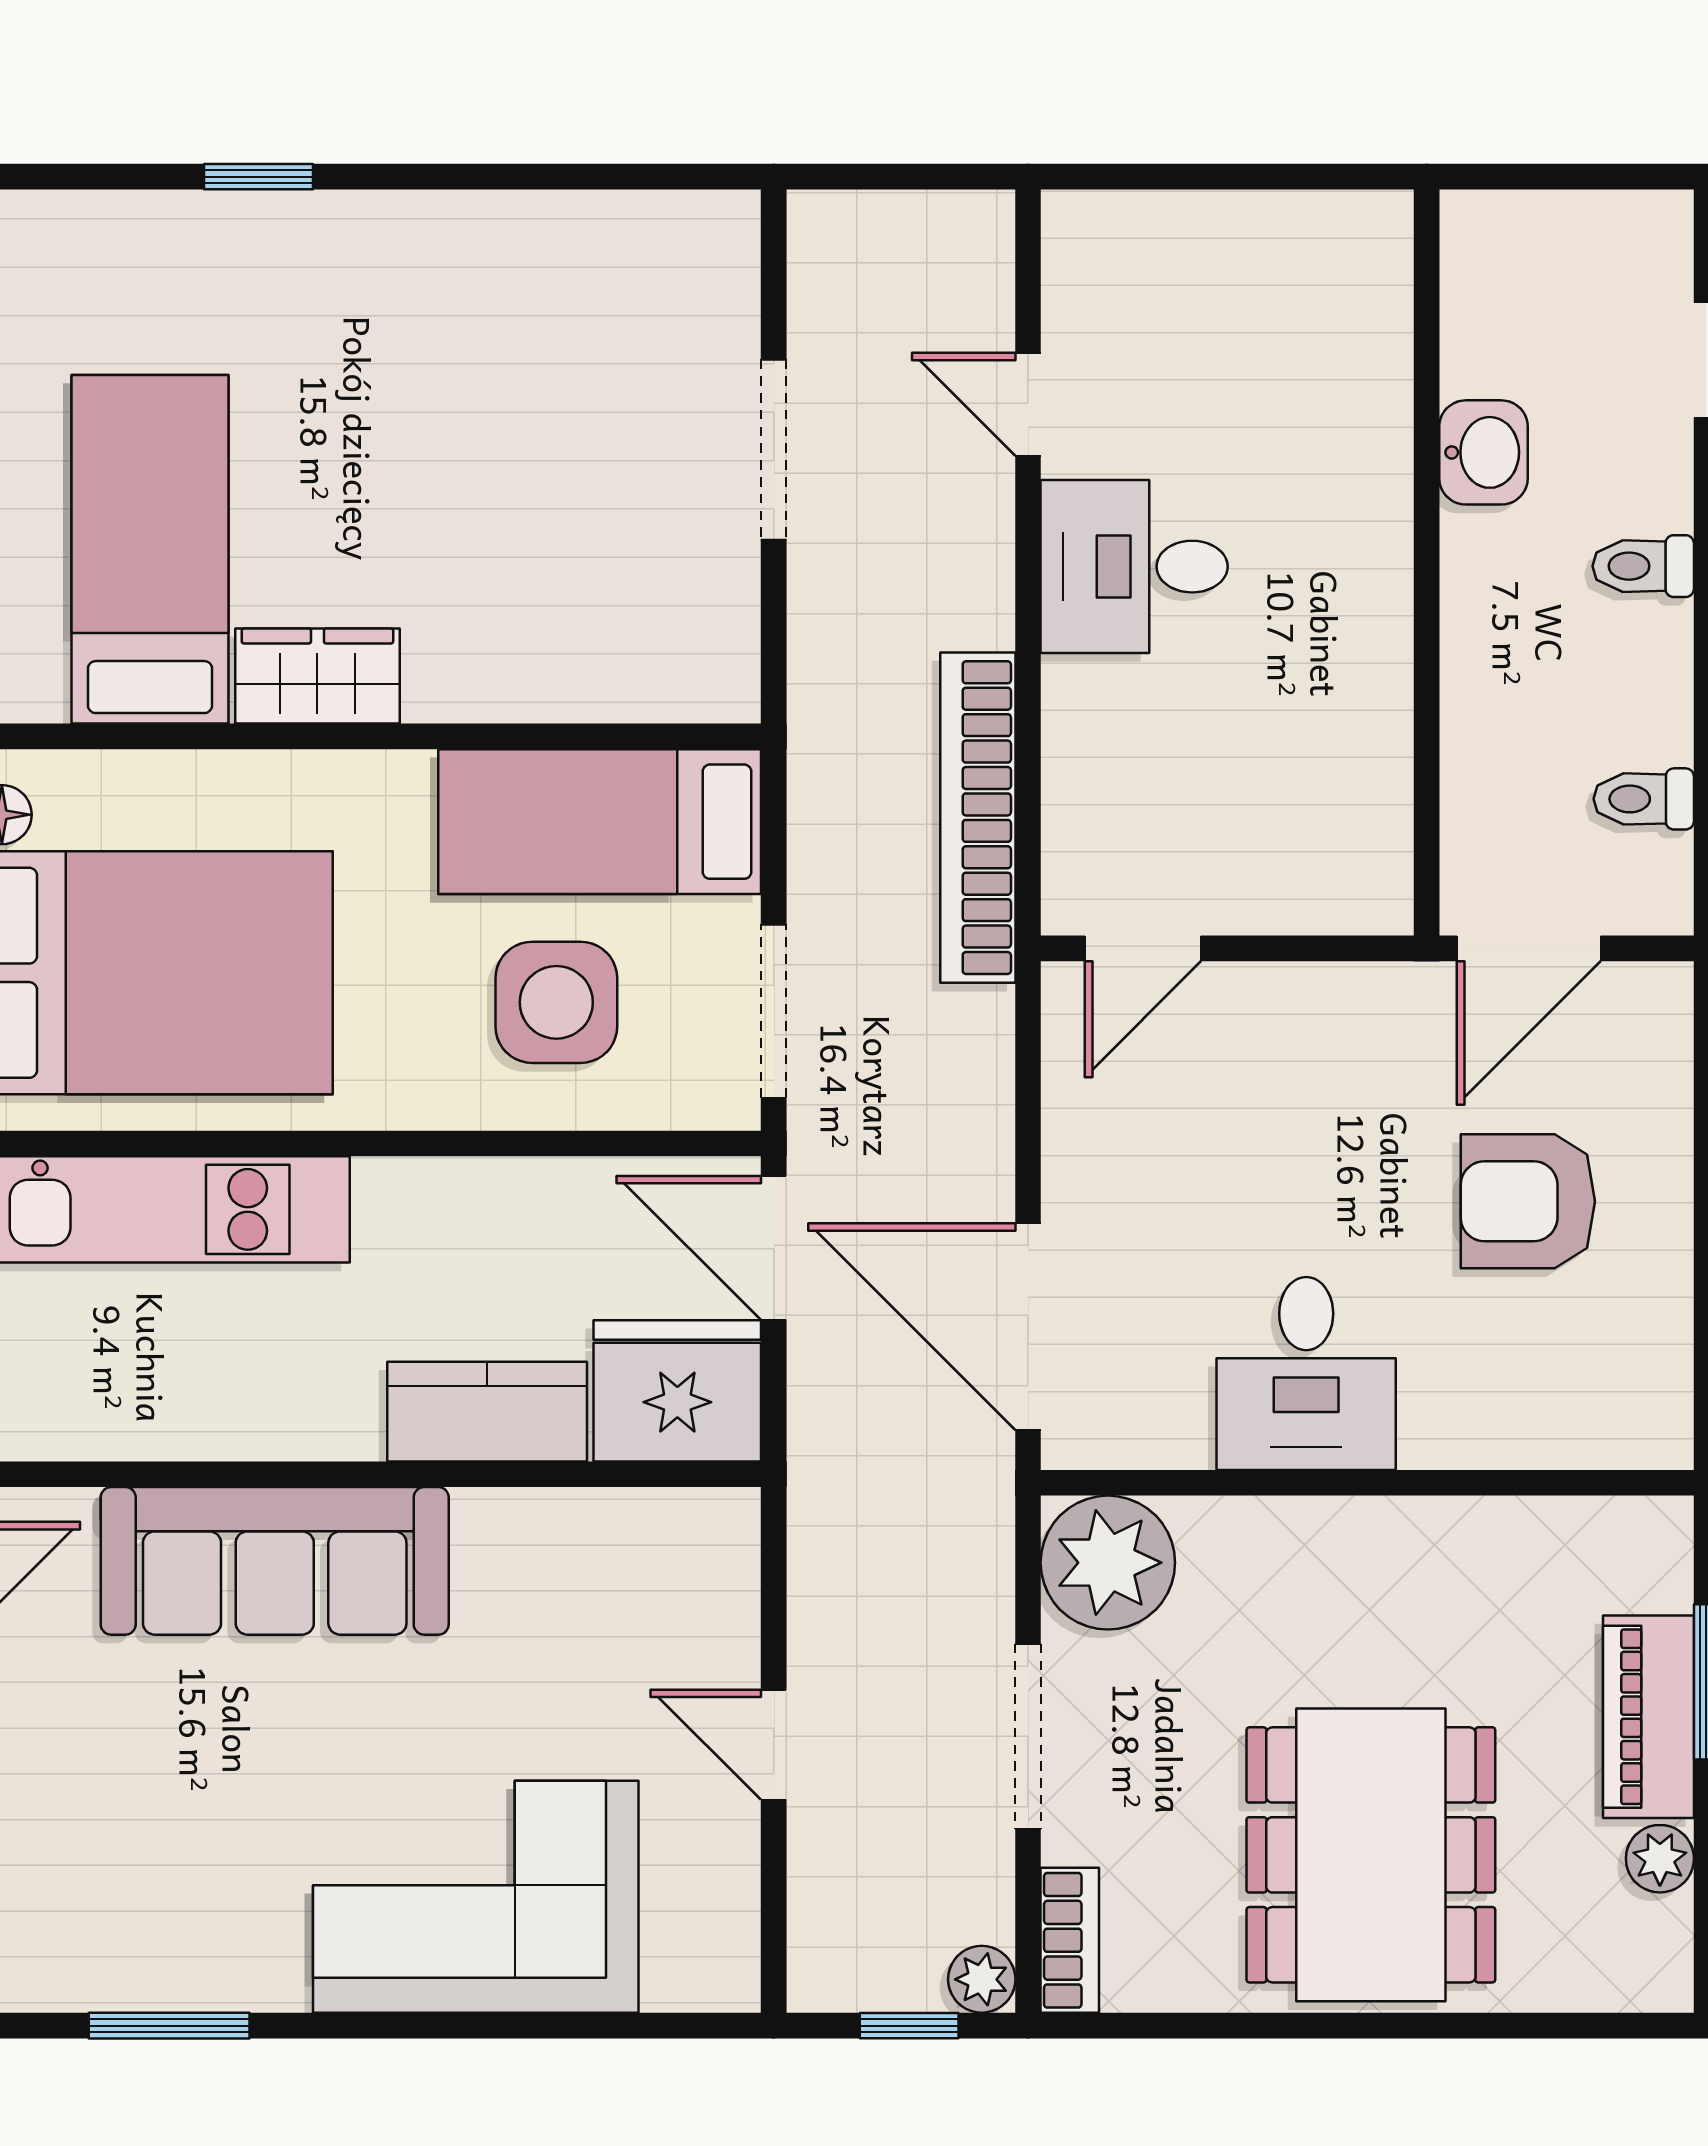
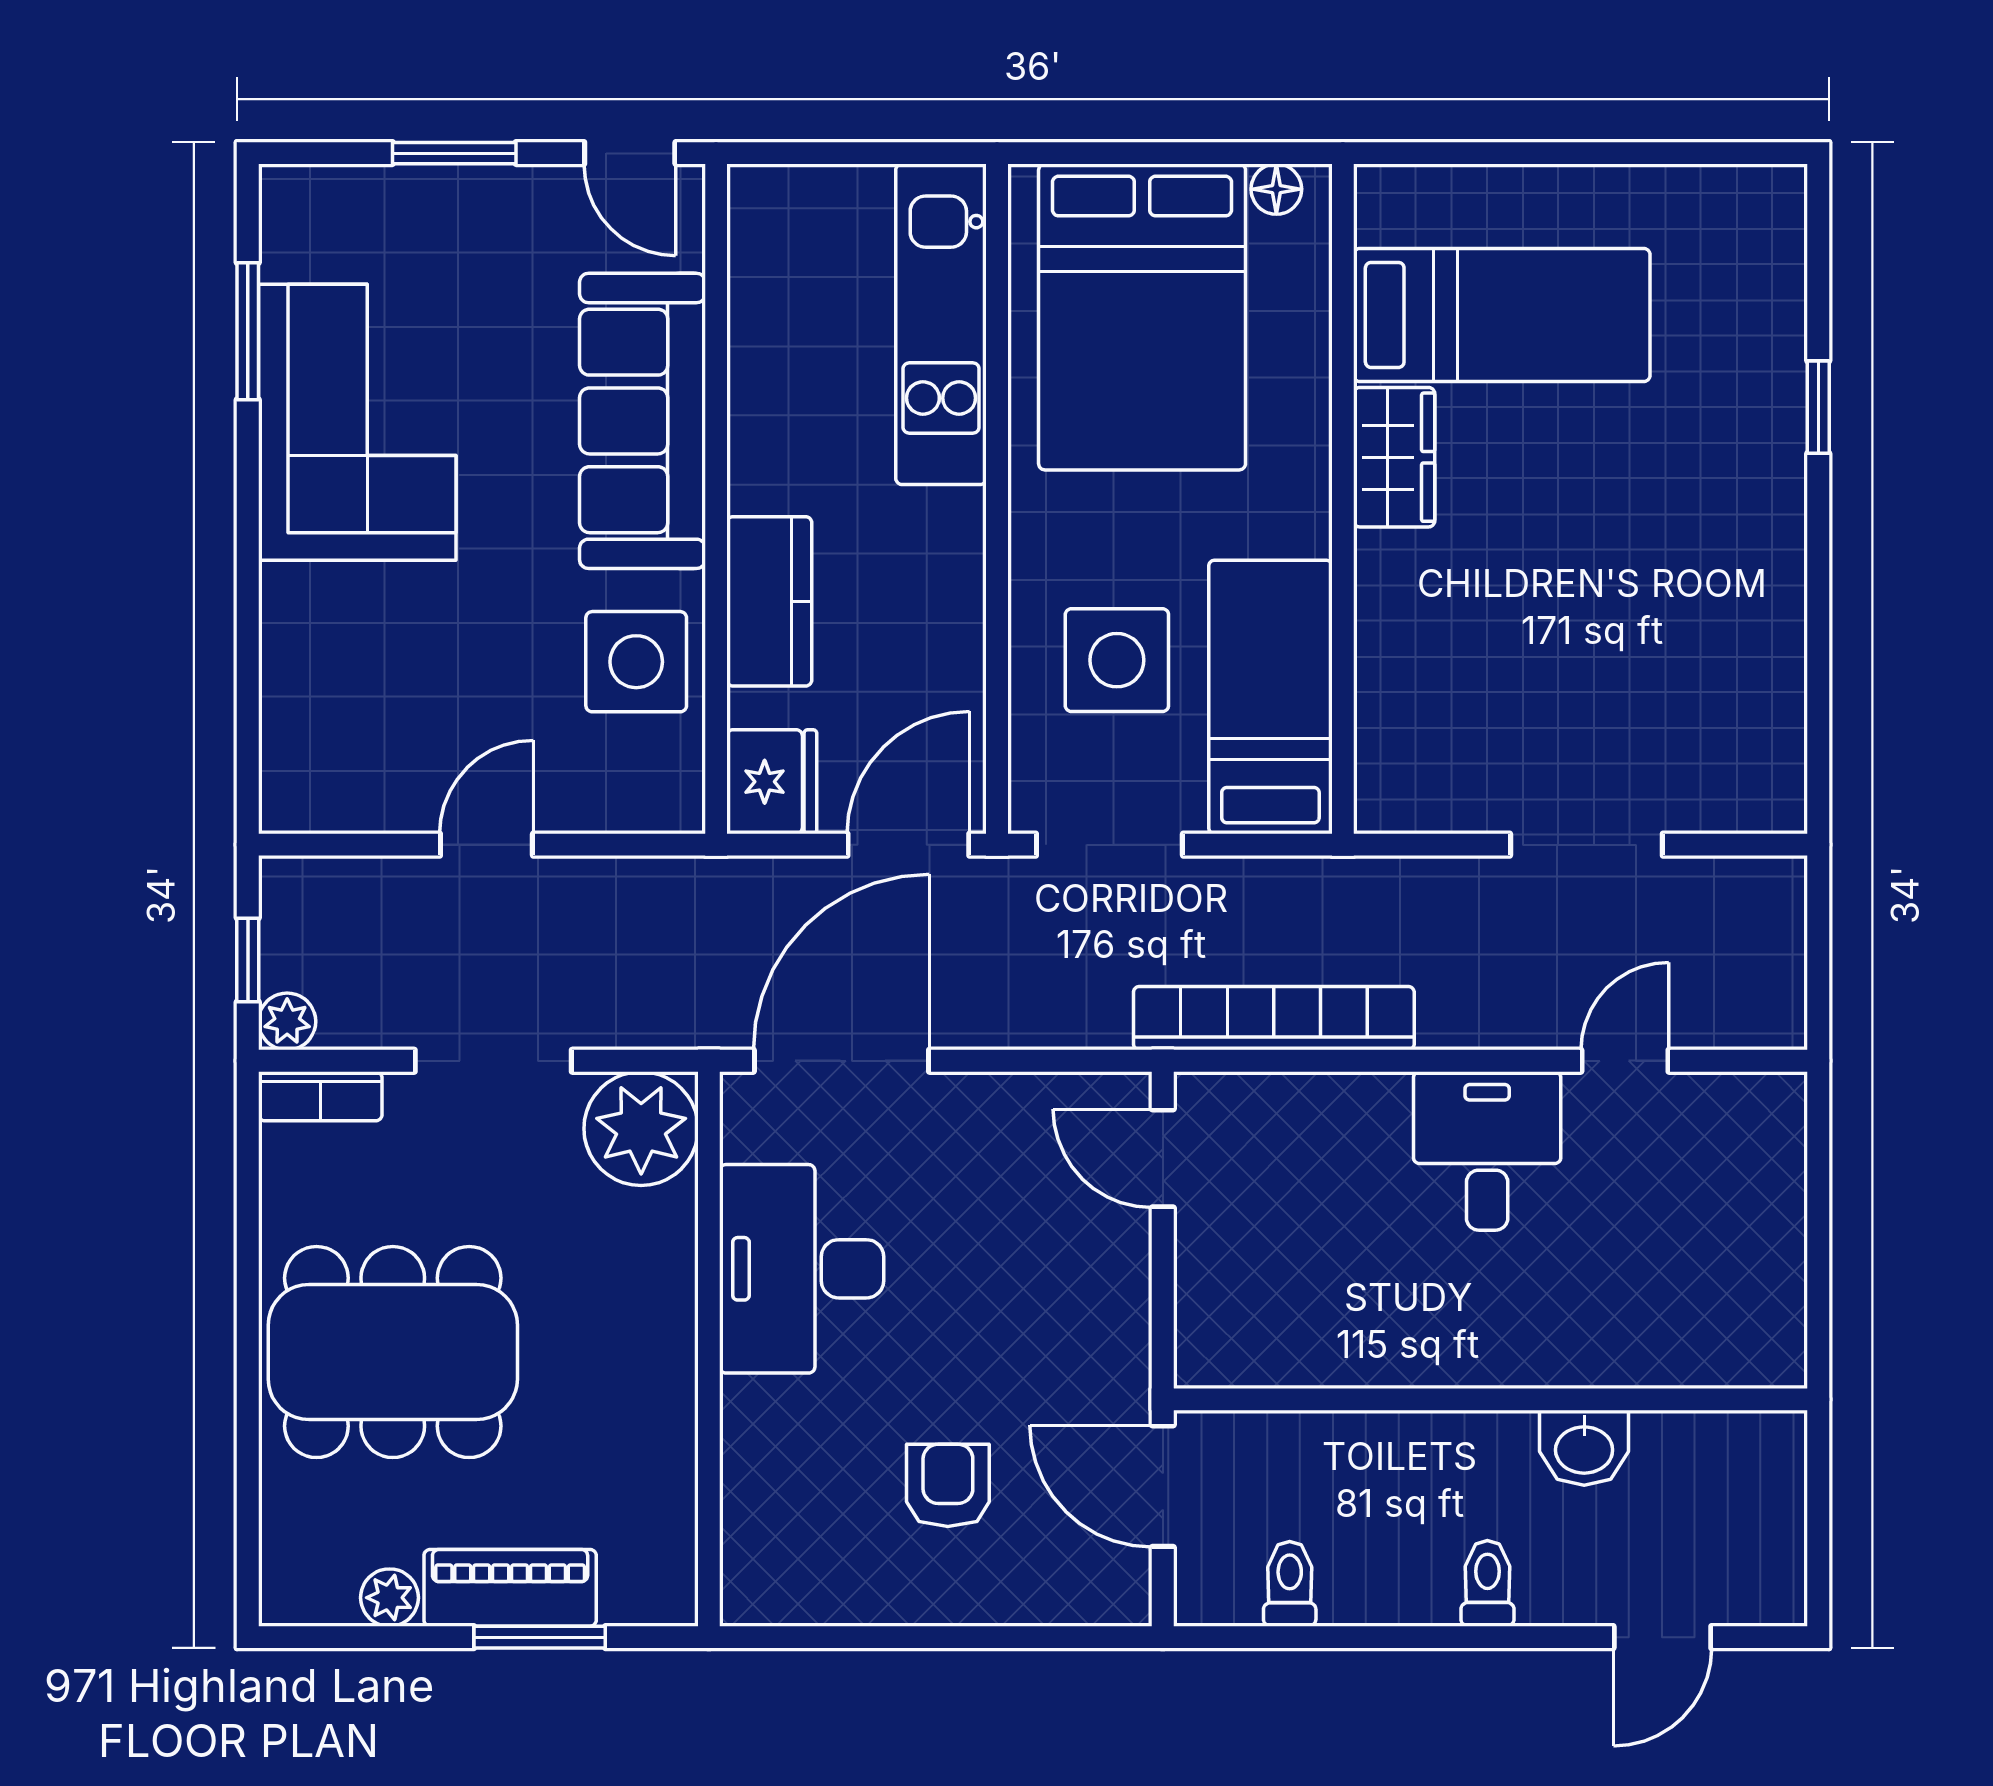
armchair: (1528, 1201) -> (948, 1485), width x0.72, depth x0.72
desk: (1306, 1373) -> (802, 1269), width x1.37
fridge: (677, 1391) -> (772, 782), width x0.73, depth x0.75
side table: (558, 1568) -> (636, 662), added
corner sofa: (476, 1897) -> (357, 422), moved

